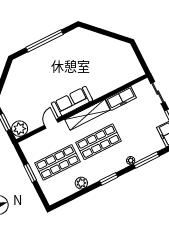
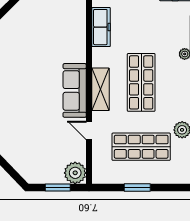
shelving: (87, 115) -> (100, 89), width x0.68
shop shelf: (57, 162) -> (141, 147), turned 90

